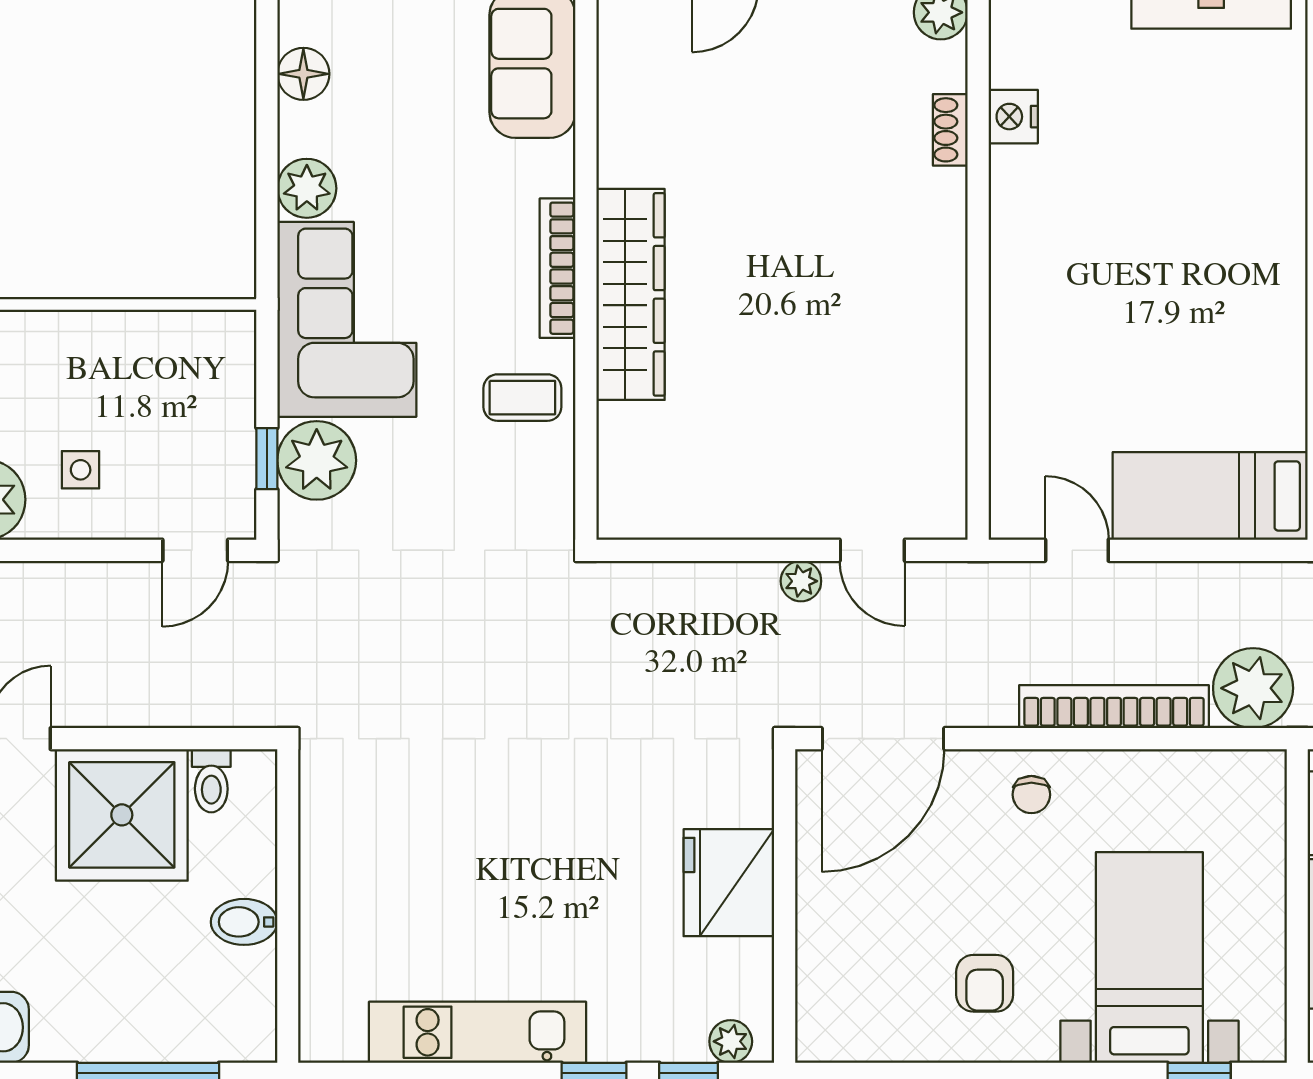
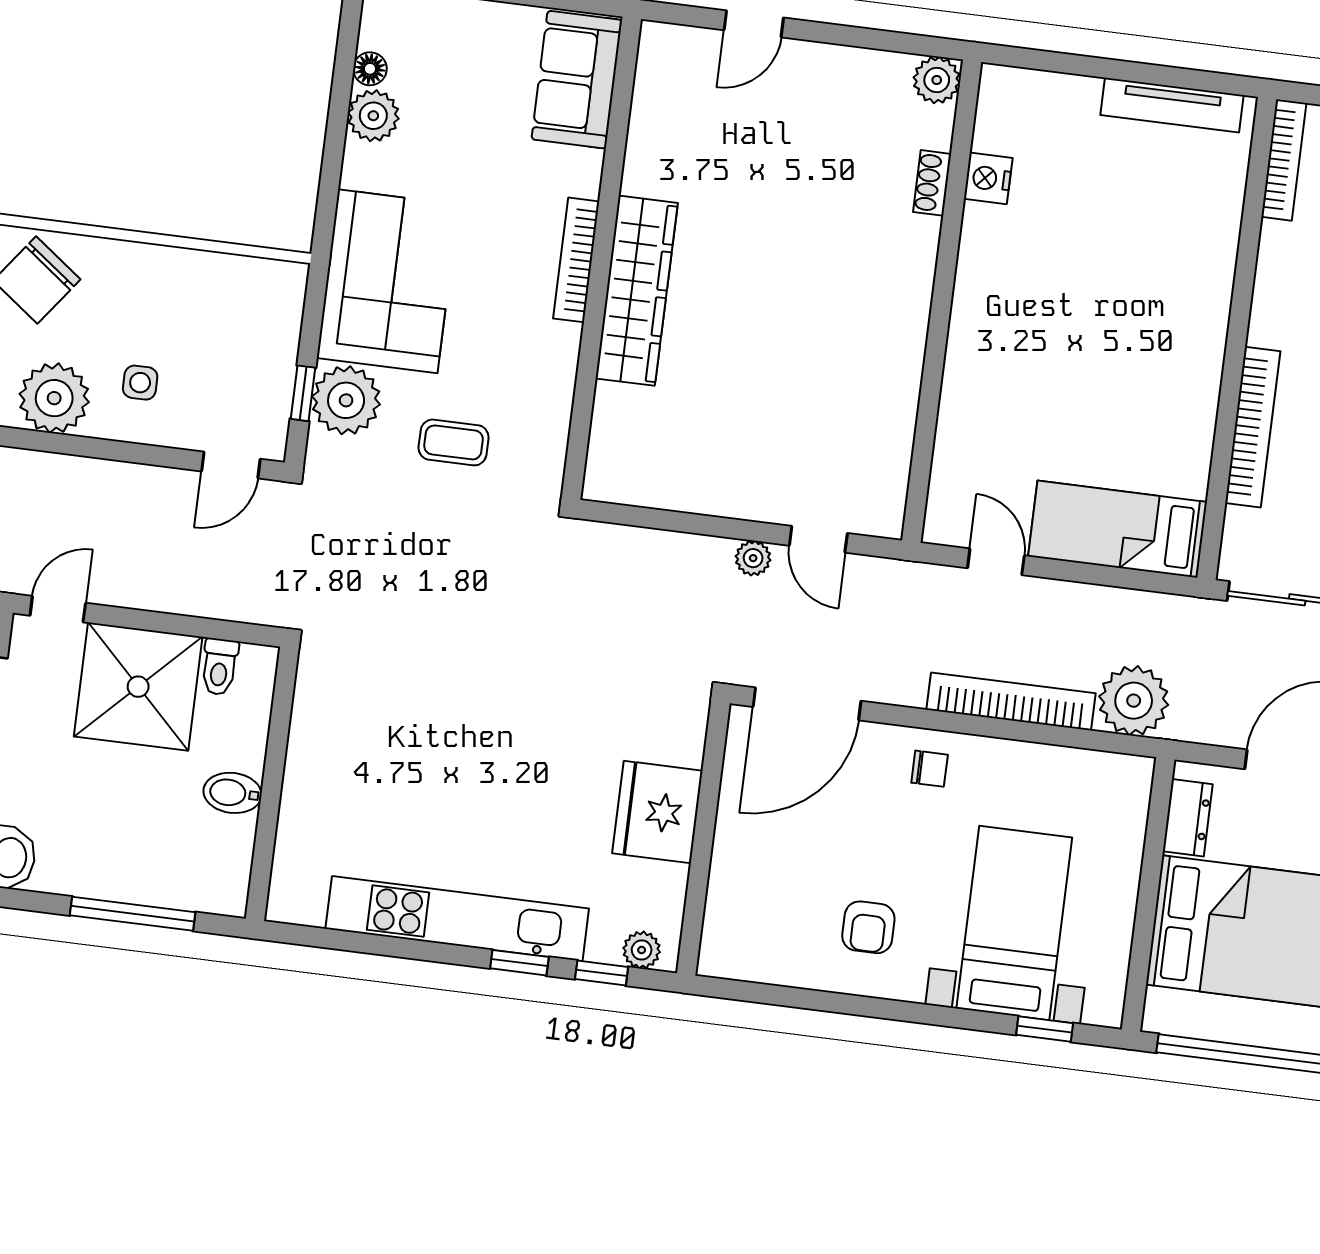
floor lamp: (303, 74) -> (370, 69), width x0.73, depth x0.73
plant: (307, 188) -> (373, 116), moved
coffee table: (522, 398) -> (454, 442), moved
chair: (1031, 795) -> (930, 769), turned -90
kitchen unit: (477, 1032) -> (457, 919), width x1.36

